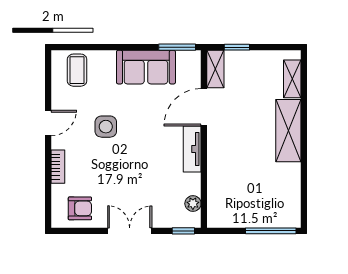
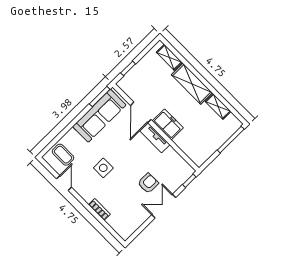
sofa: (146, 67) -> (99, 116), width x1.36
shelving: (215, 69) -> (218, 106), moved
door: (48, 123) -> (64, 183), moved
freezer: (220, 148) -> (168, 124), added
plant: (193, 204) -> (181, 163), removed
armchair: (80, 208) -> (148, 183), moved

